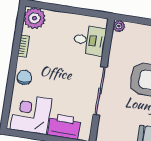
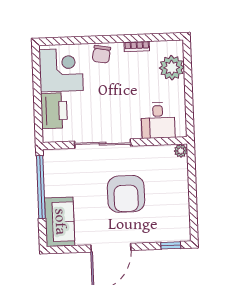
plant: (34, 18) -> (172, 68), moved
chair: (24, 77) -> (101, 54), turned 100

